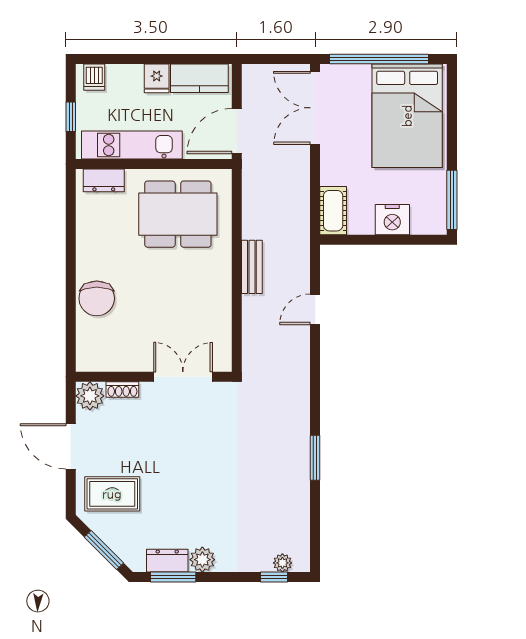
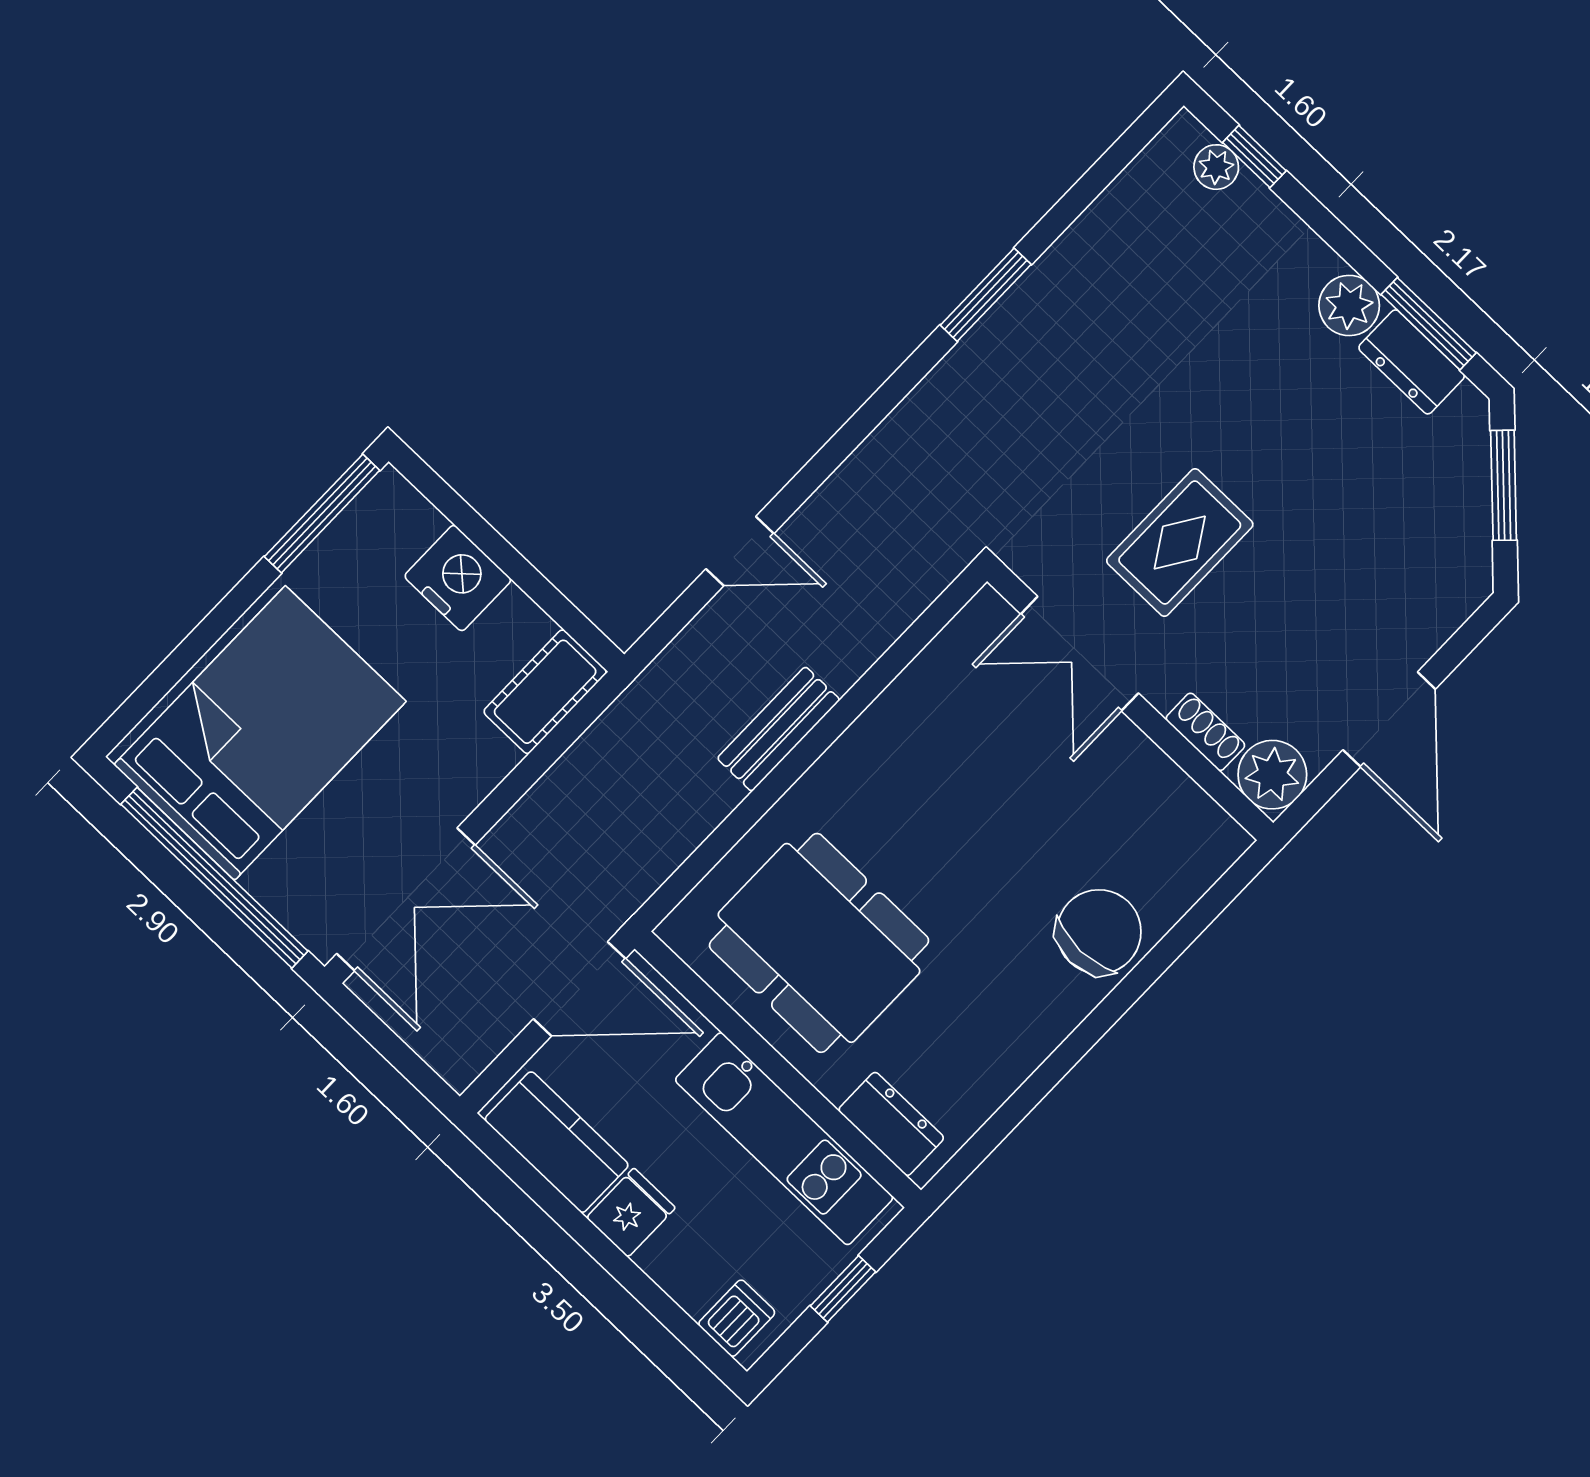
rug: (112, 494) -> (1180, 543), moved, turned 90

